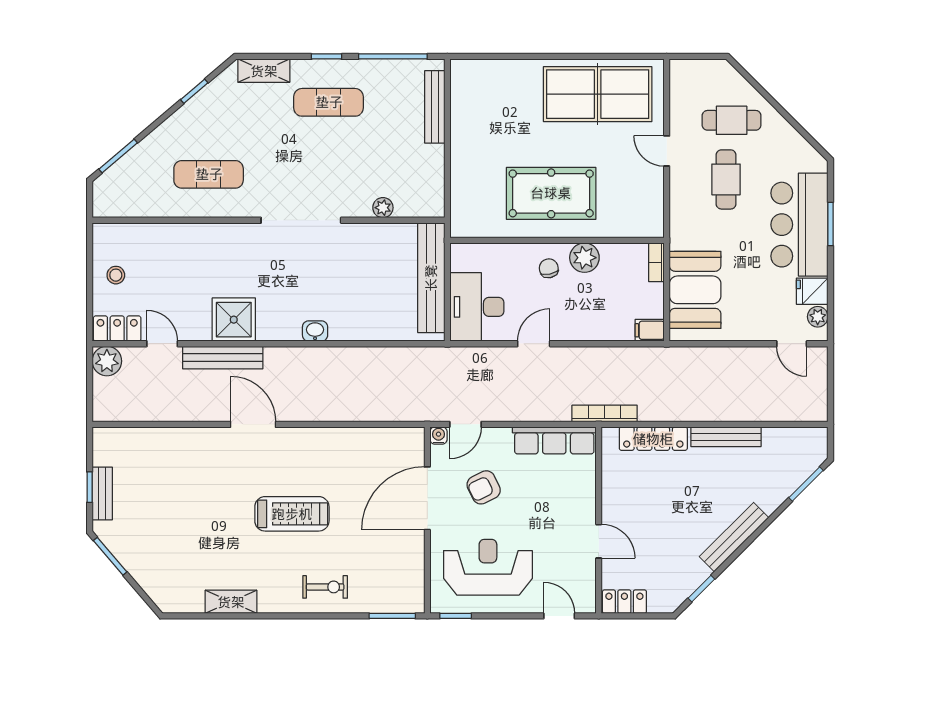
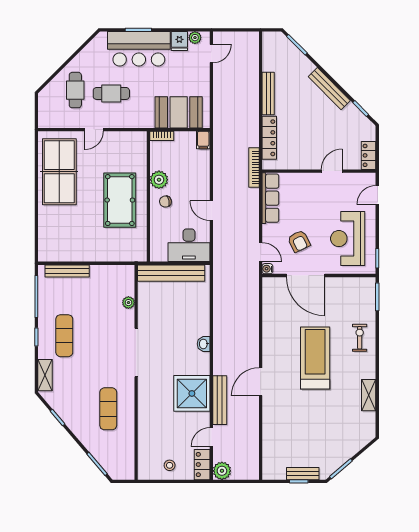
shower: (234, 320) -> (192, 393), width x1.37, depth x1.37
treadmill: (292, 514) -> (315, 358), width x1.37, depth x1.38

